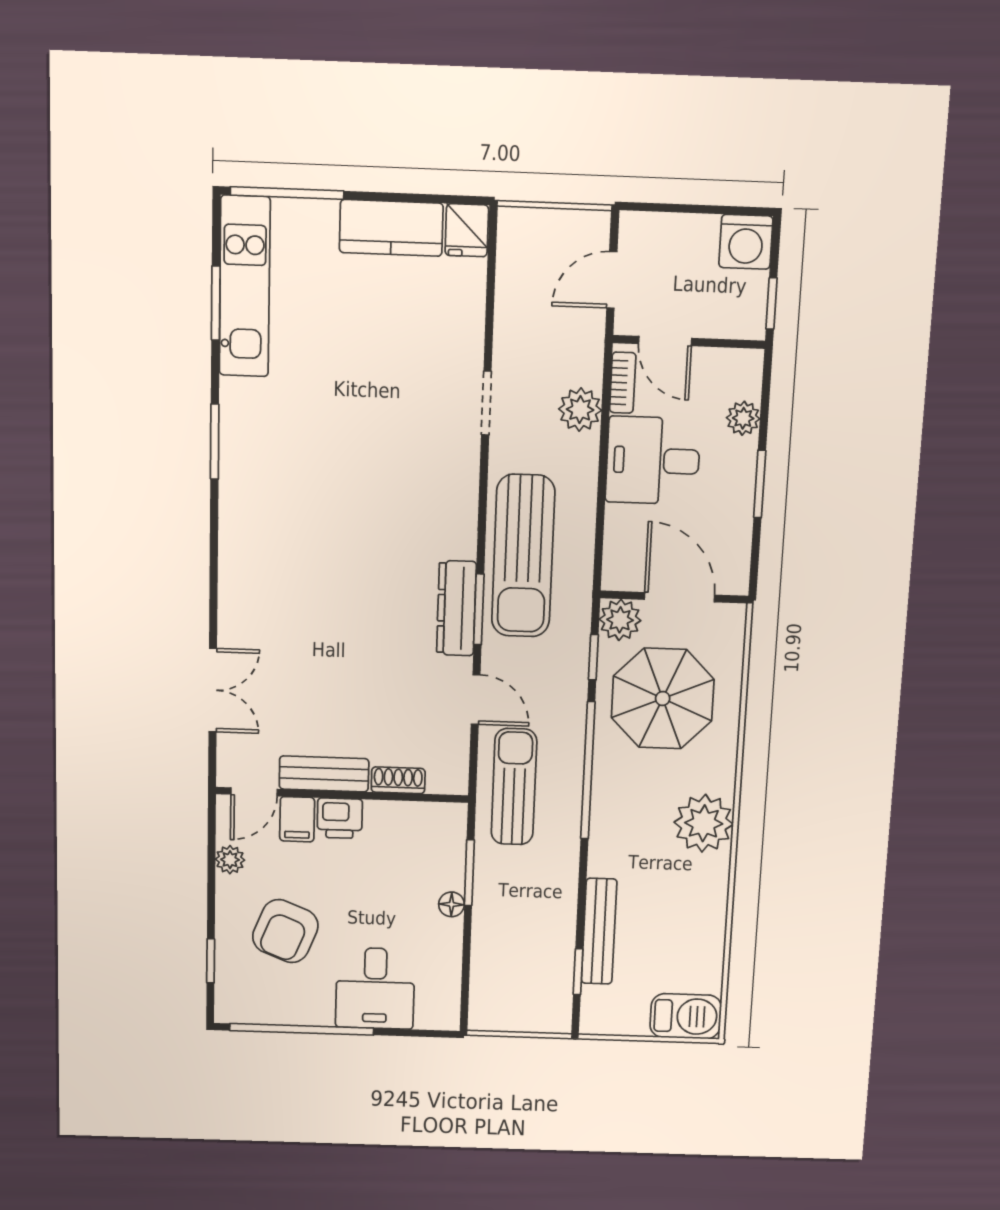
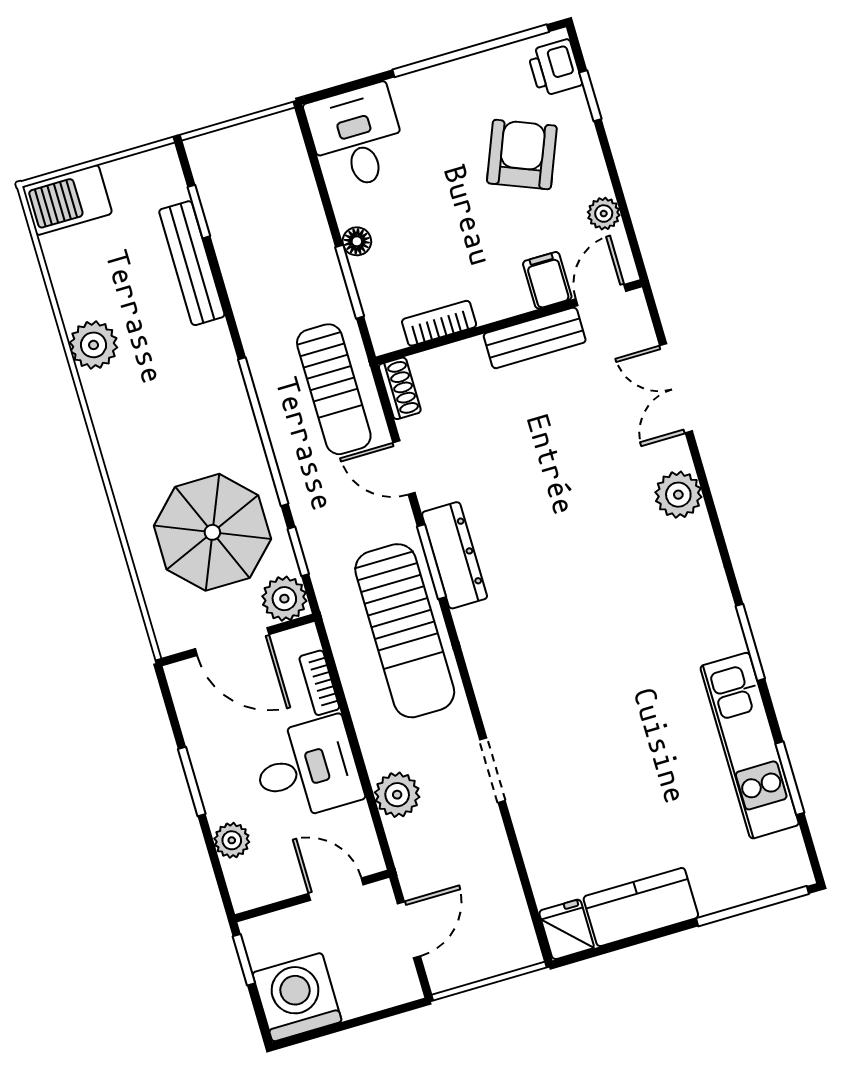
washing machine: (746, 242) -> (297, 997), width x1.37, depth x1.37
kitchen unit: (245, 286) -> (750, 746), moved
bookcase: (623, 383) -> (319, 683), moved
sun lounger: (523, 556) -> (405, 631), turned 180
plant: (239, 596) -> (678, 495), added
shoe rack: (398, 780) -> (400, 388), moved, turned -90
bookcase: (403, 813) -> (439, 323), added
printer: (340, 818) -> (555, 68), moved, turned -90
plant: (704, 823) -> (94, 345), moved, width x0.73, depth x0.73
desk: (375, 988) -> (357, 137), moved

